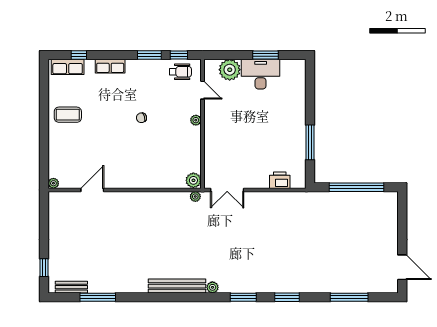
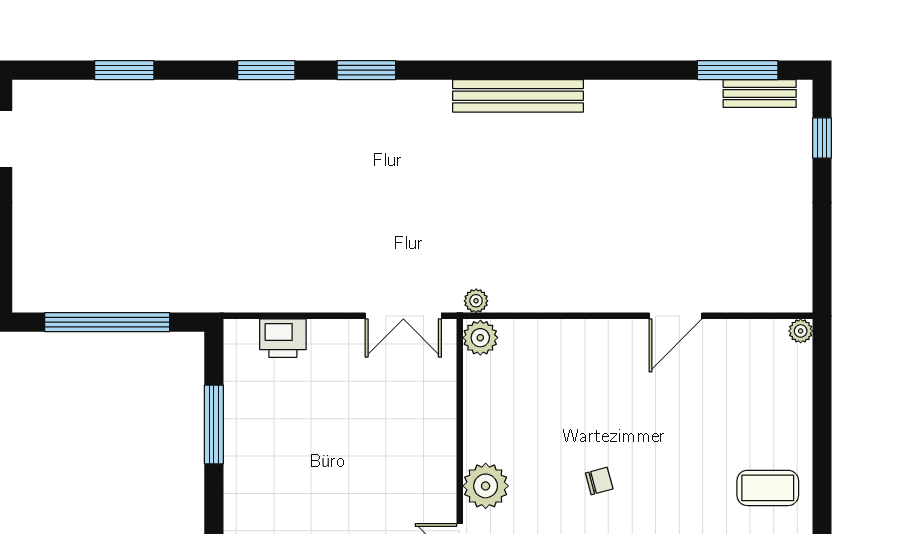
plant: (196, 120) -> (486, 486), width x1.87, depth x1.87
door: (92, 190) -> (676, 316), moved
double door: (227, 190) -> (403, 316), swing flipped
plant: (212, 287) -> (437, 93), removed
window: (98, 297) -> (738, 70), moved
window: (349, 297) -> (124, 70), width x0.69

